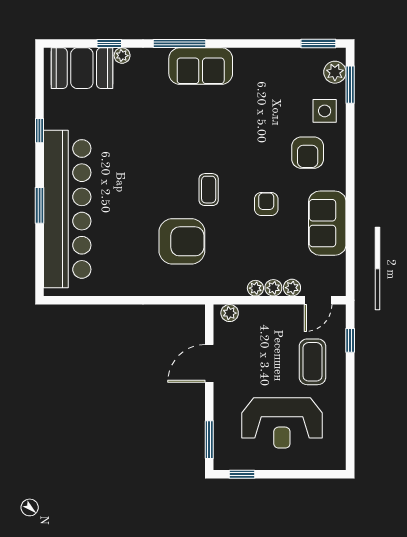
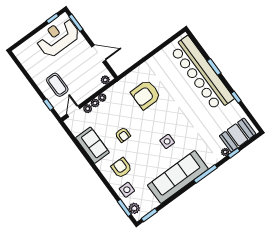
sofa: (201, 66) -> (178, 177), width x1.85, depth x1.27
side table: (203, 141) -> (167, 141), added
coffee table: (209, 190) -> (150, 124), removed
door: (209, 363) -> (99, 54), hinge flipped
reception desk: (282, 423) -> (58, 37), moved

